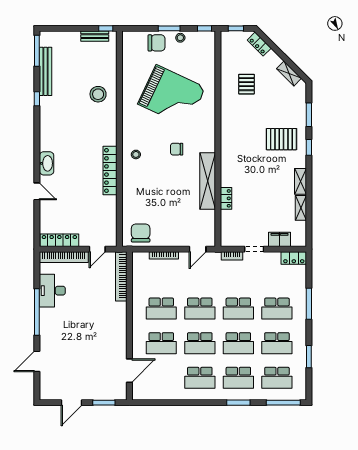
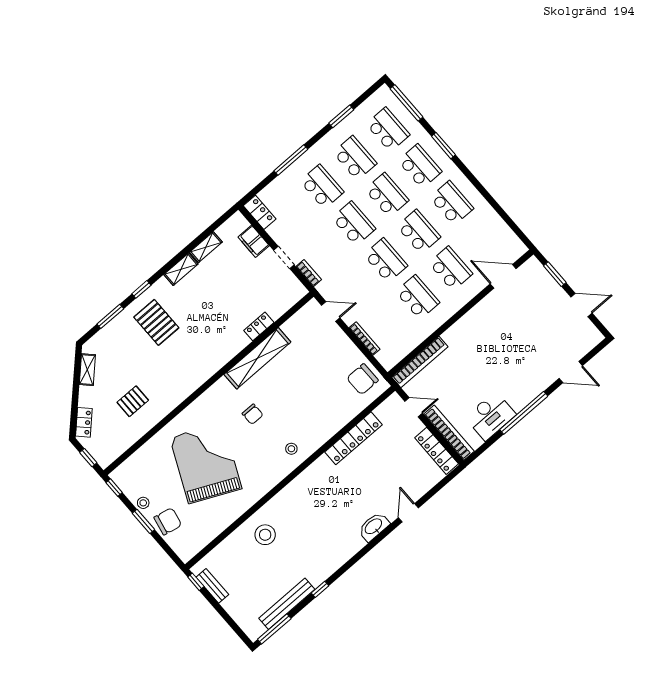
chair: (157, 43) -> (168, 521), turned 102
locker: (110, 170) -> (353, 438), moved

